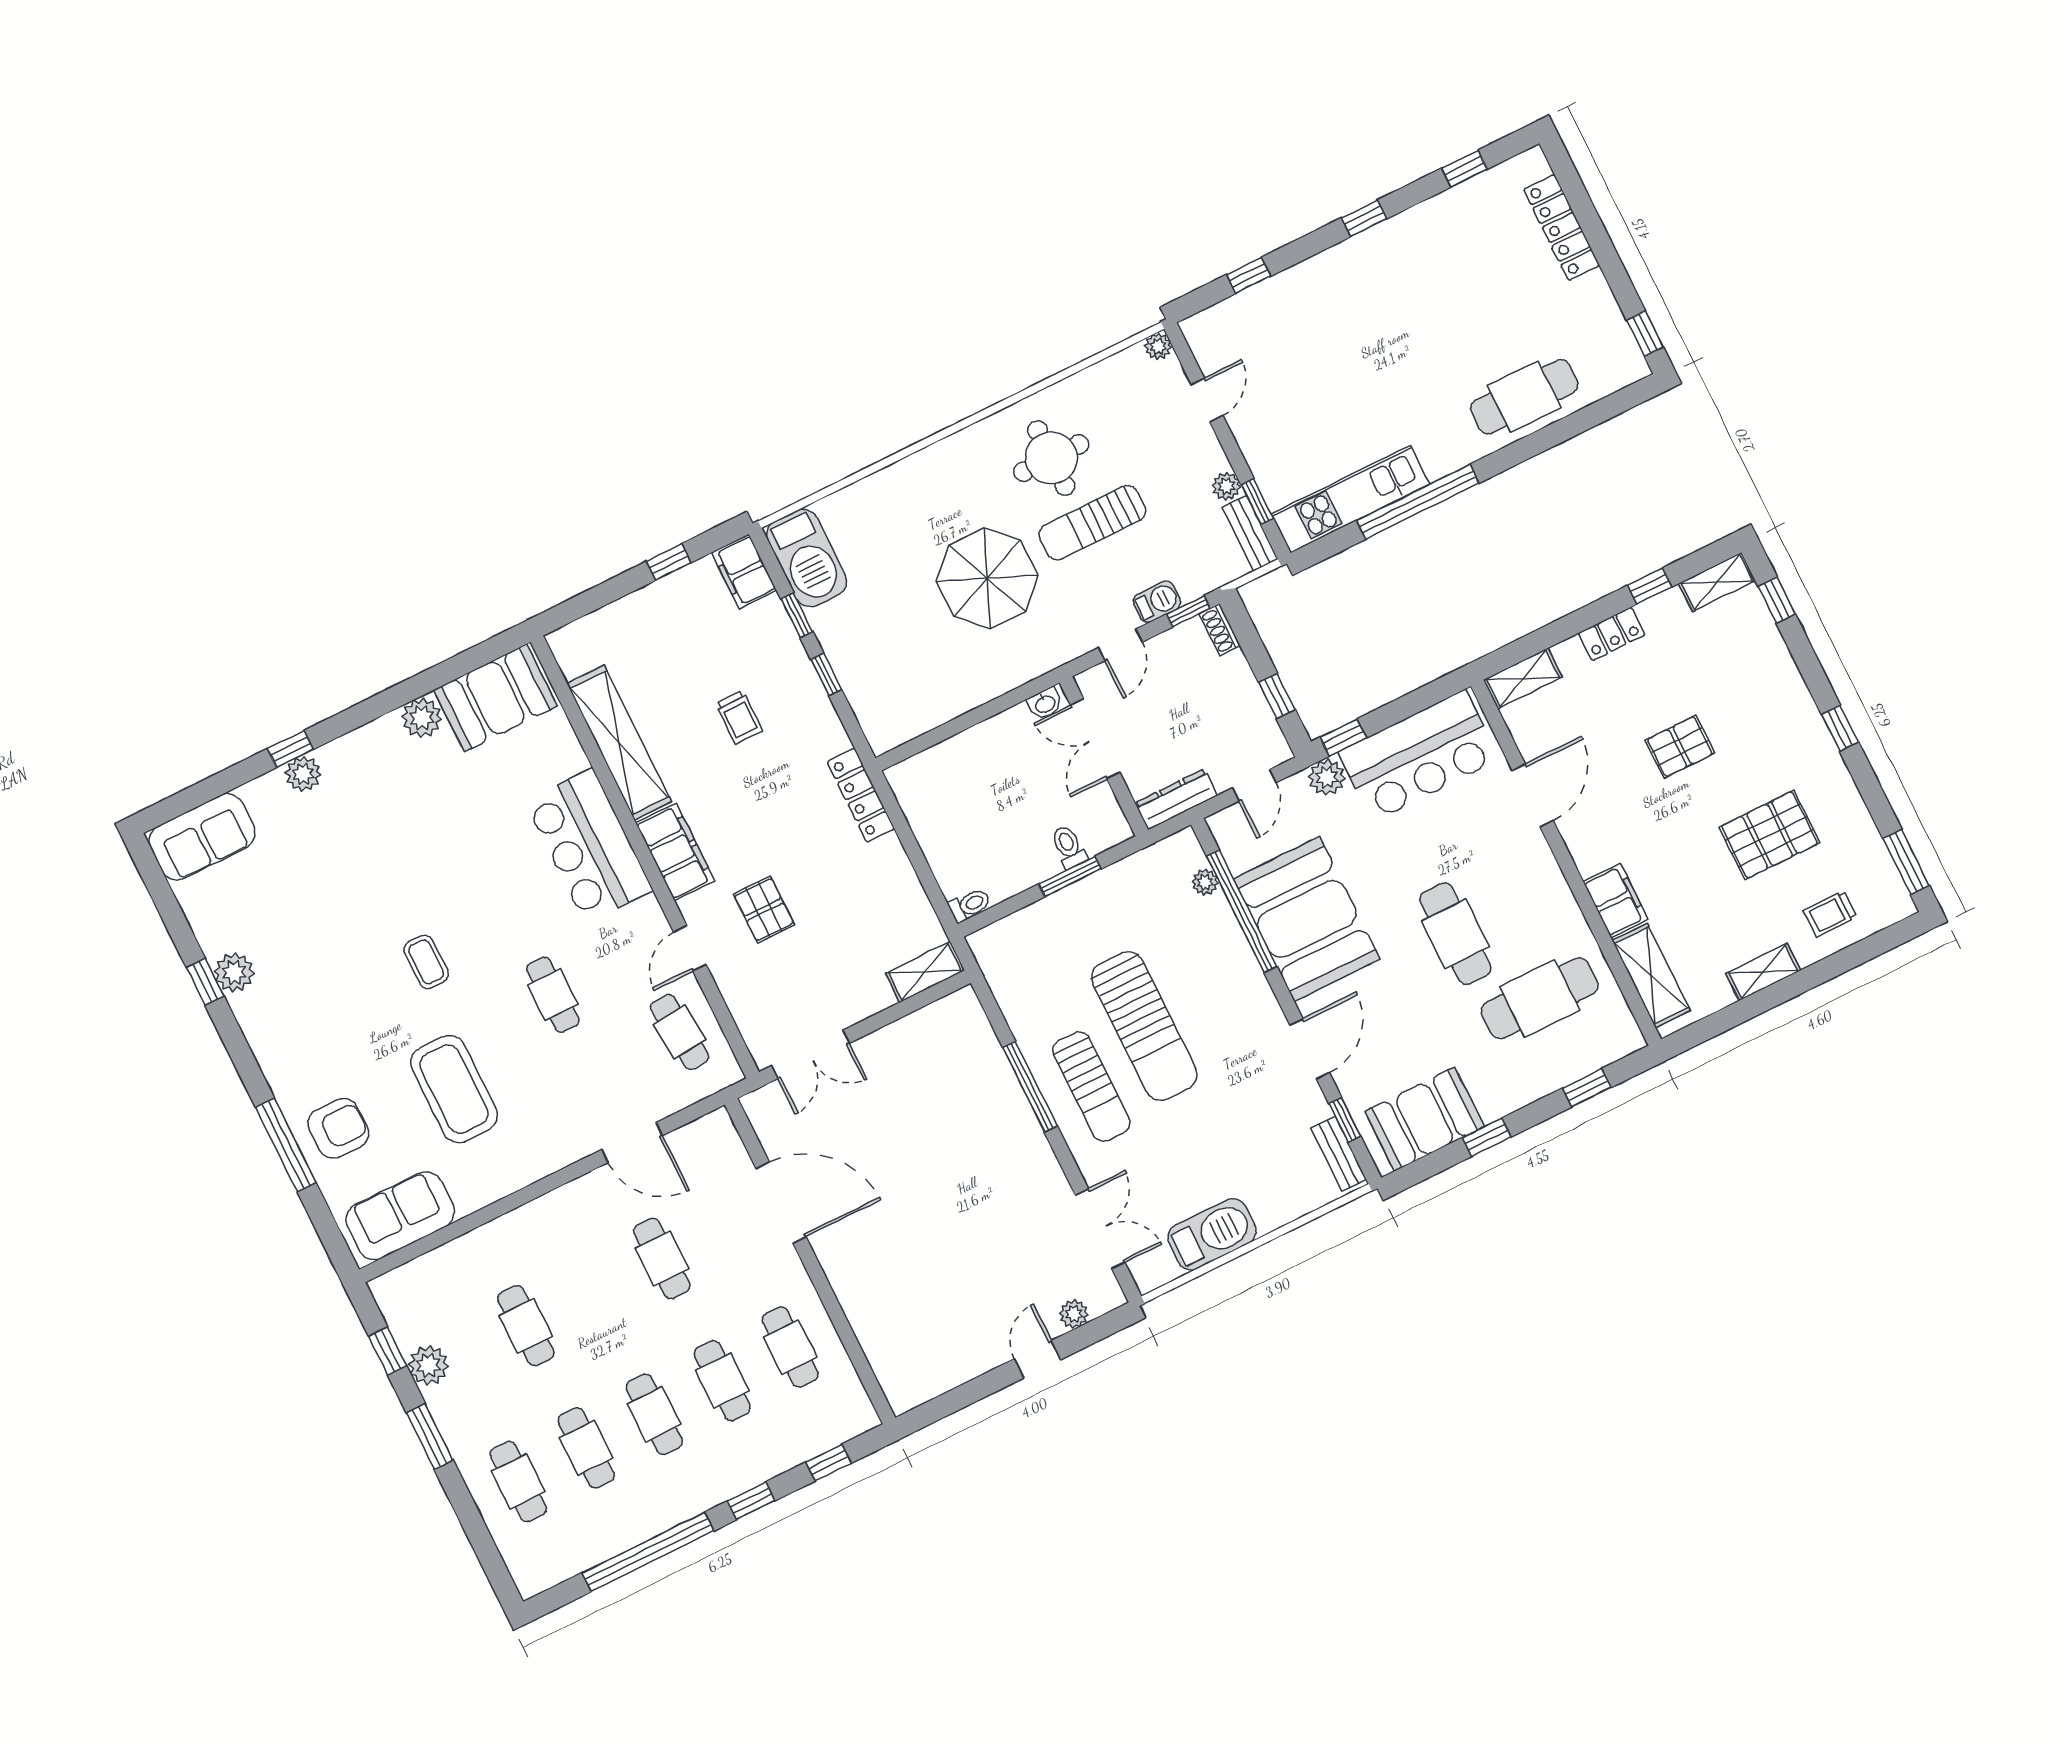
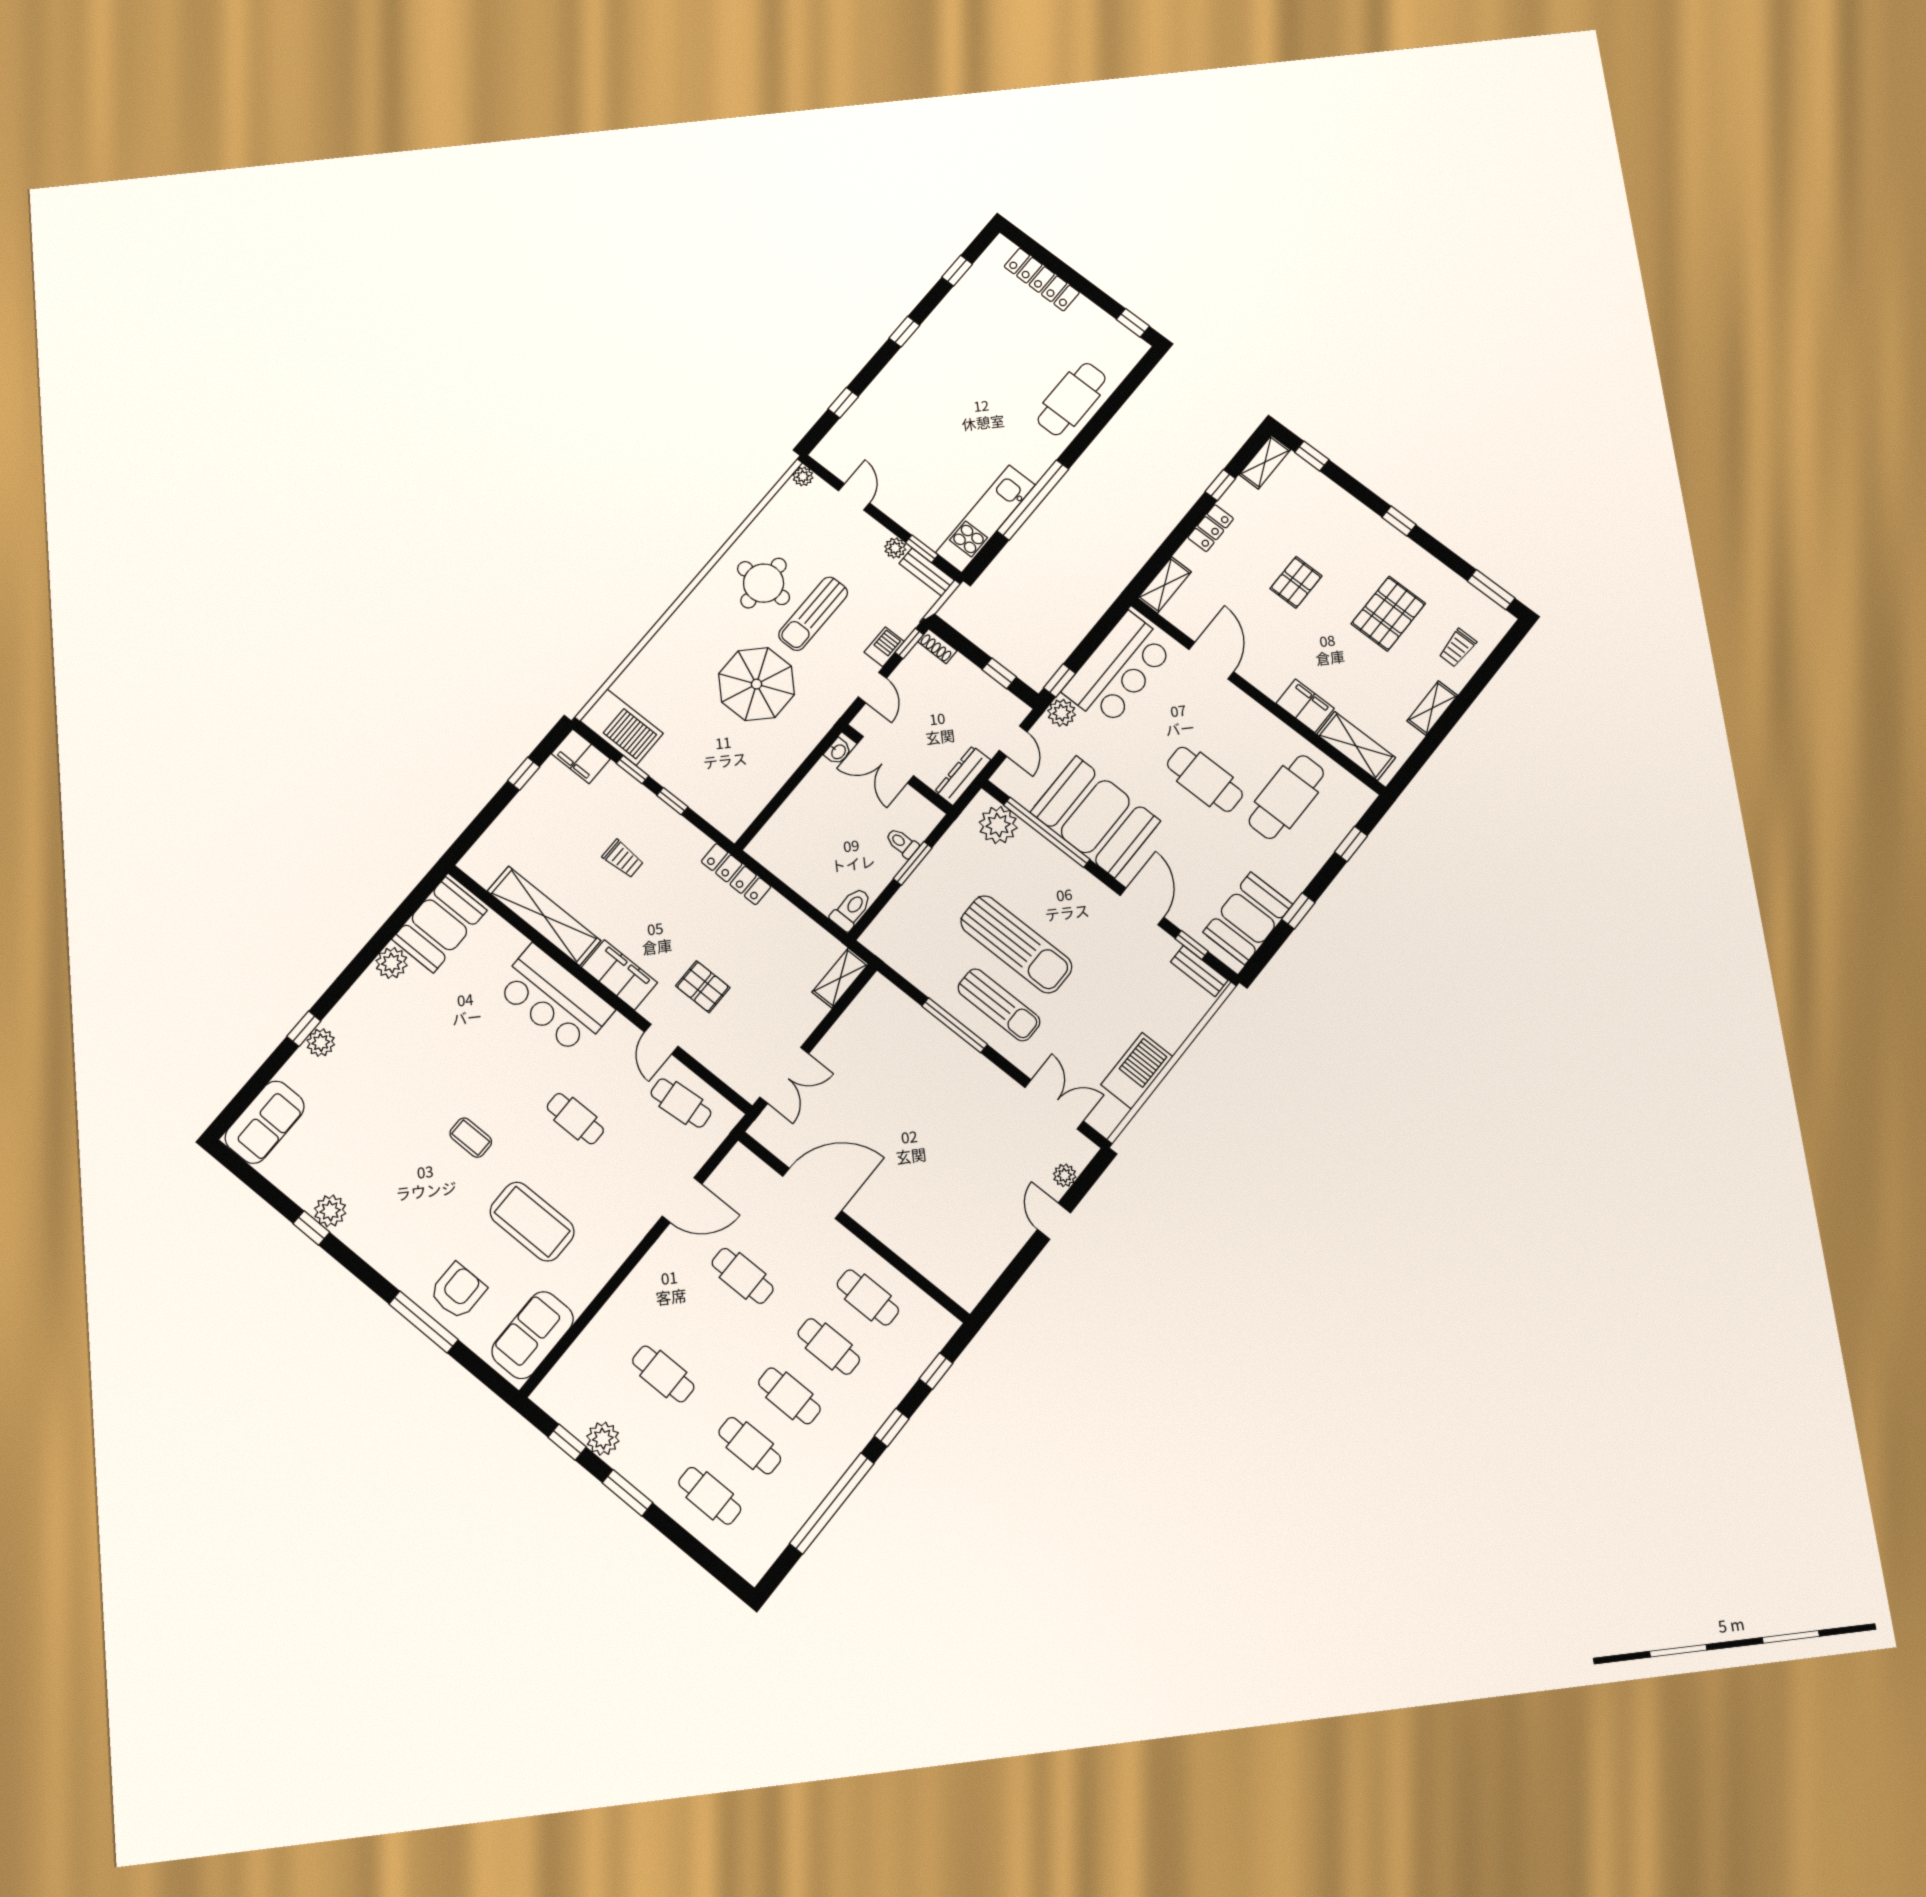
plant: (1205, 882) -> (998, 825), width x1.88, depth x1.88
toilet: (970, 905) -> (851, 909), width x1.37, depth x1.39

